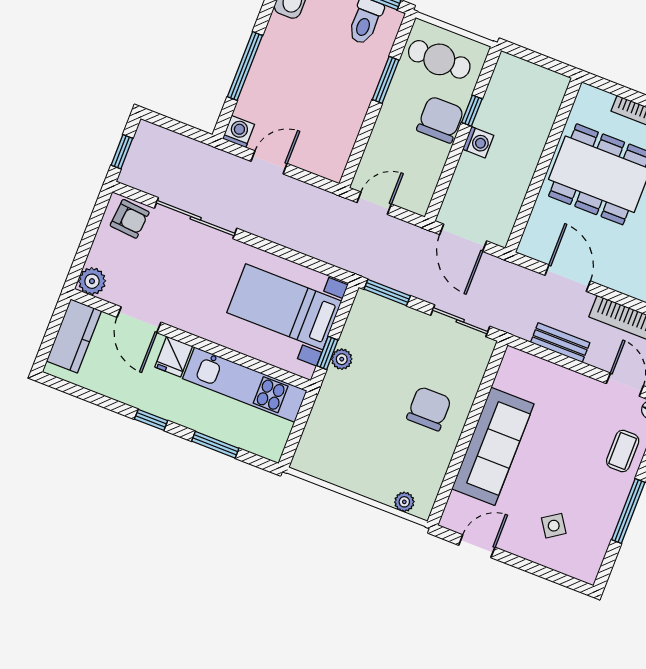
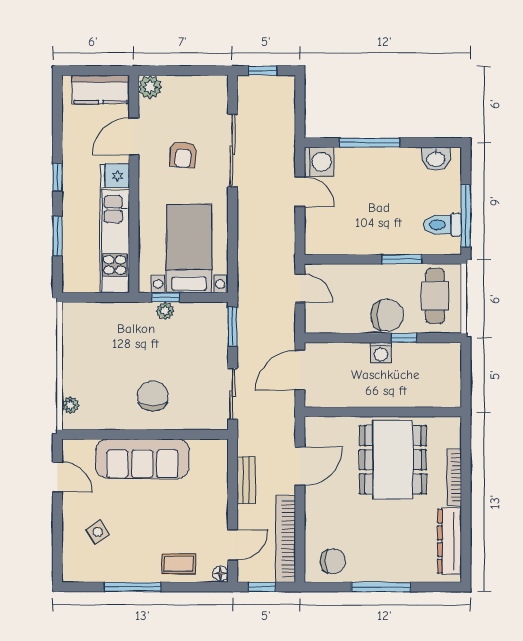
washing machine: (239, 132) -> (319, 162), width x1.38, depth x1.38
armchair: (130, 219) -> (183, 155), moved
chair: (429, 409) -> (153, 396), turned -90

